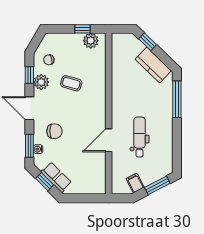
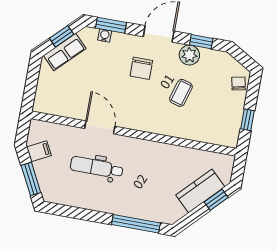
plant: (91, 41) -> (231, 128), removed
chair: (49, 60) -> (239, 83), moved
kitchen counter: (153, 65) -> (200, 191), moved
chair: (54, 131) -> (141, 68), moved
dental chair: (139, 137) -> (97, 167), turned 180

